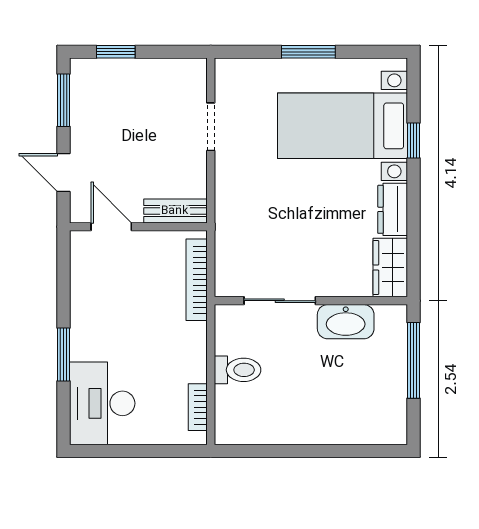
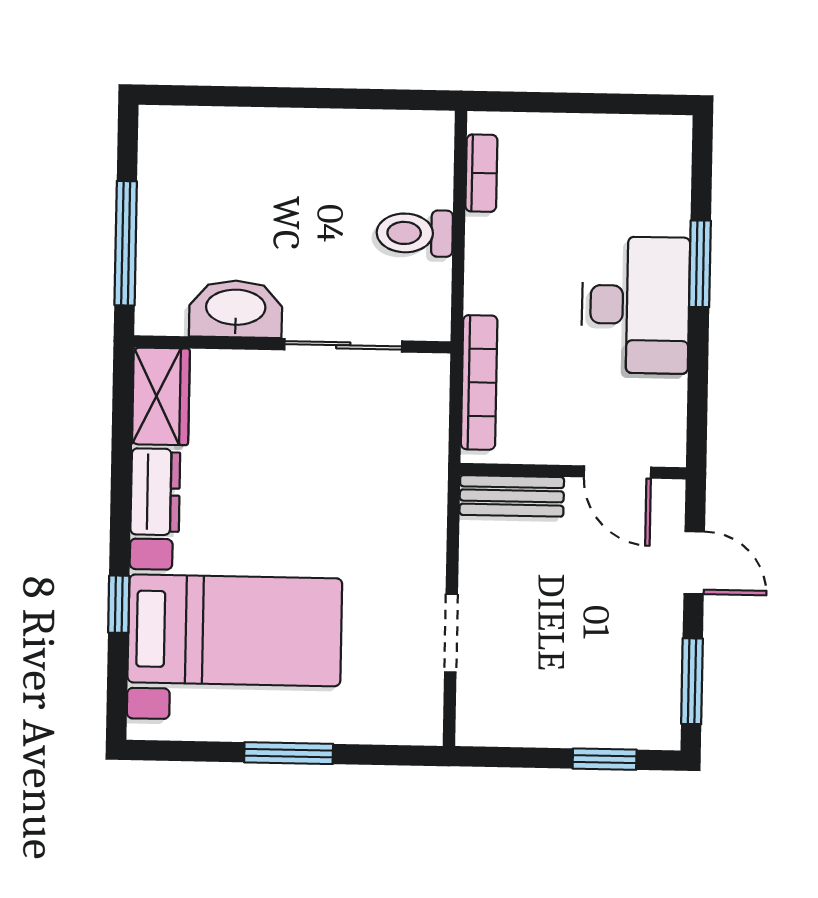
desk: (102, 403) -> (636, 305), moved

